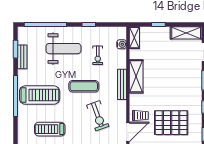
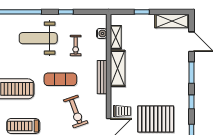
shelving: (134, 38) -> (116, 37), moved
weight bench: (63, 49) -> (38, 38), turned 180

